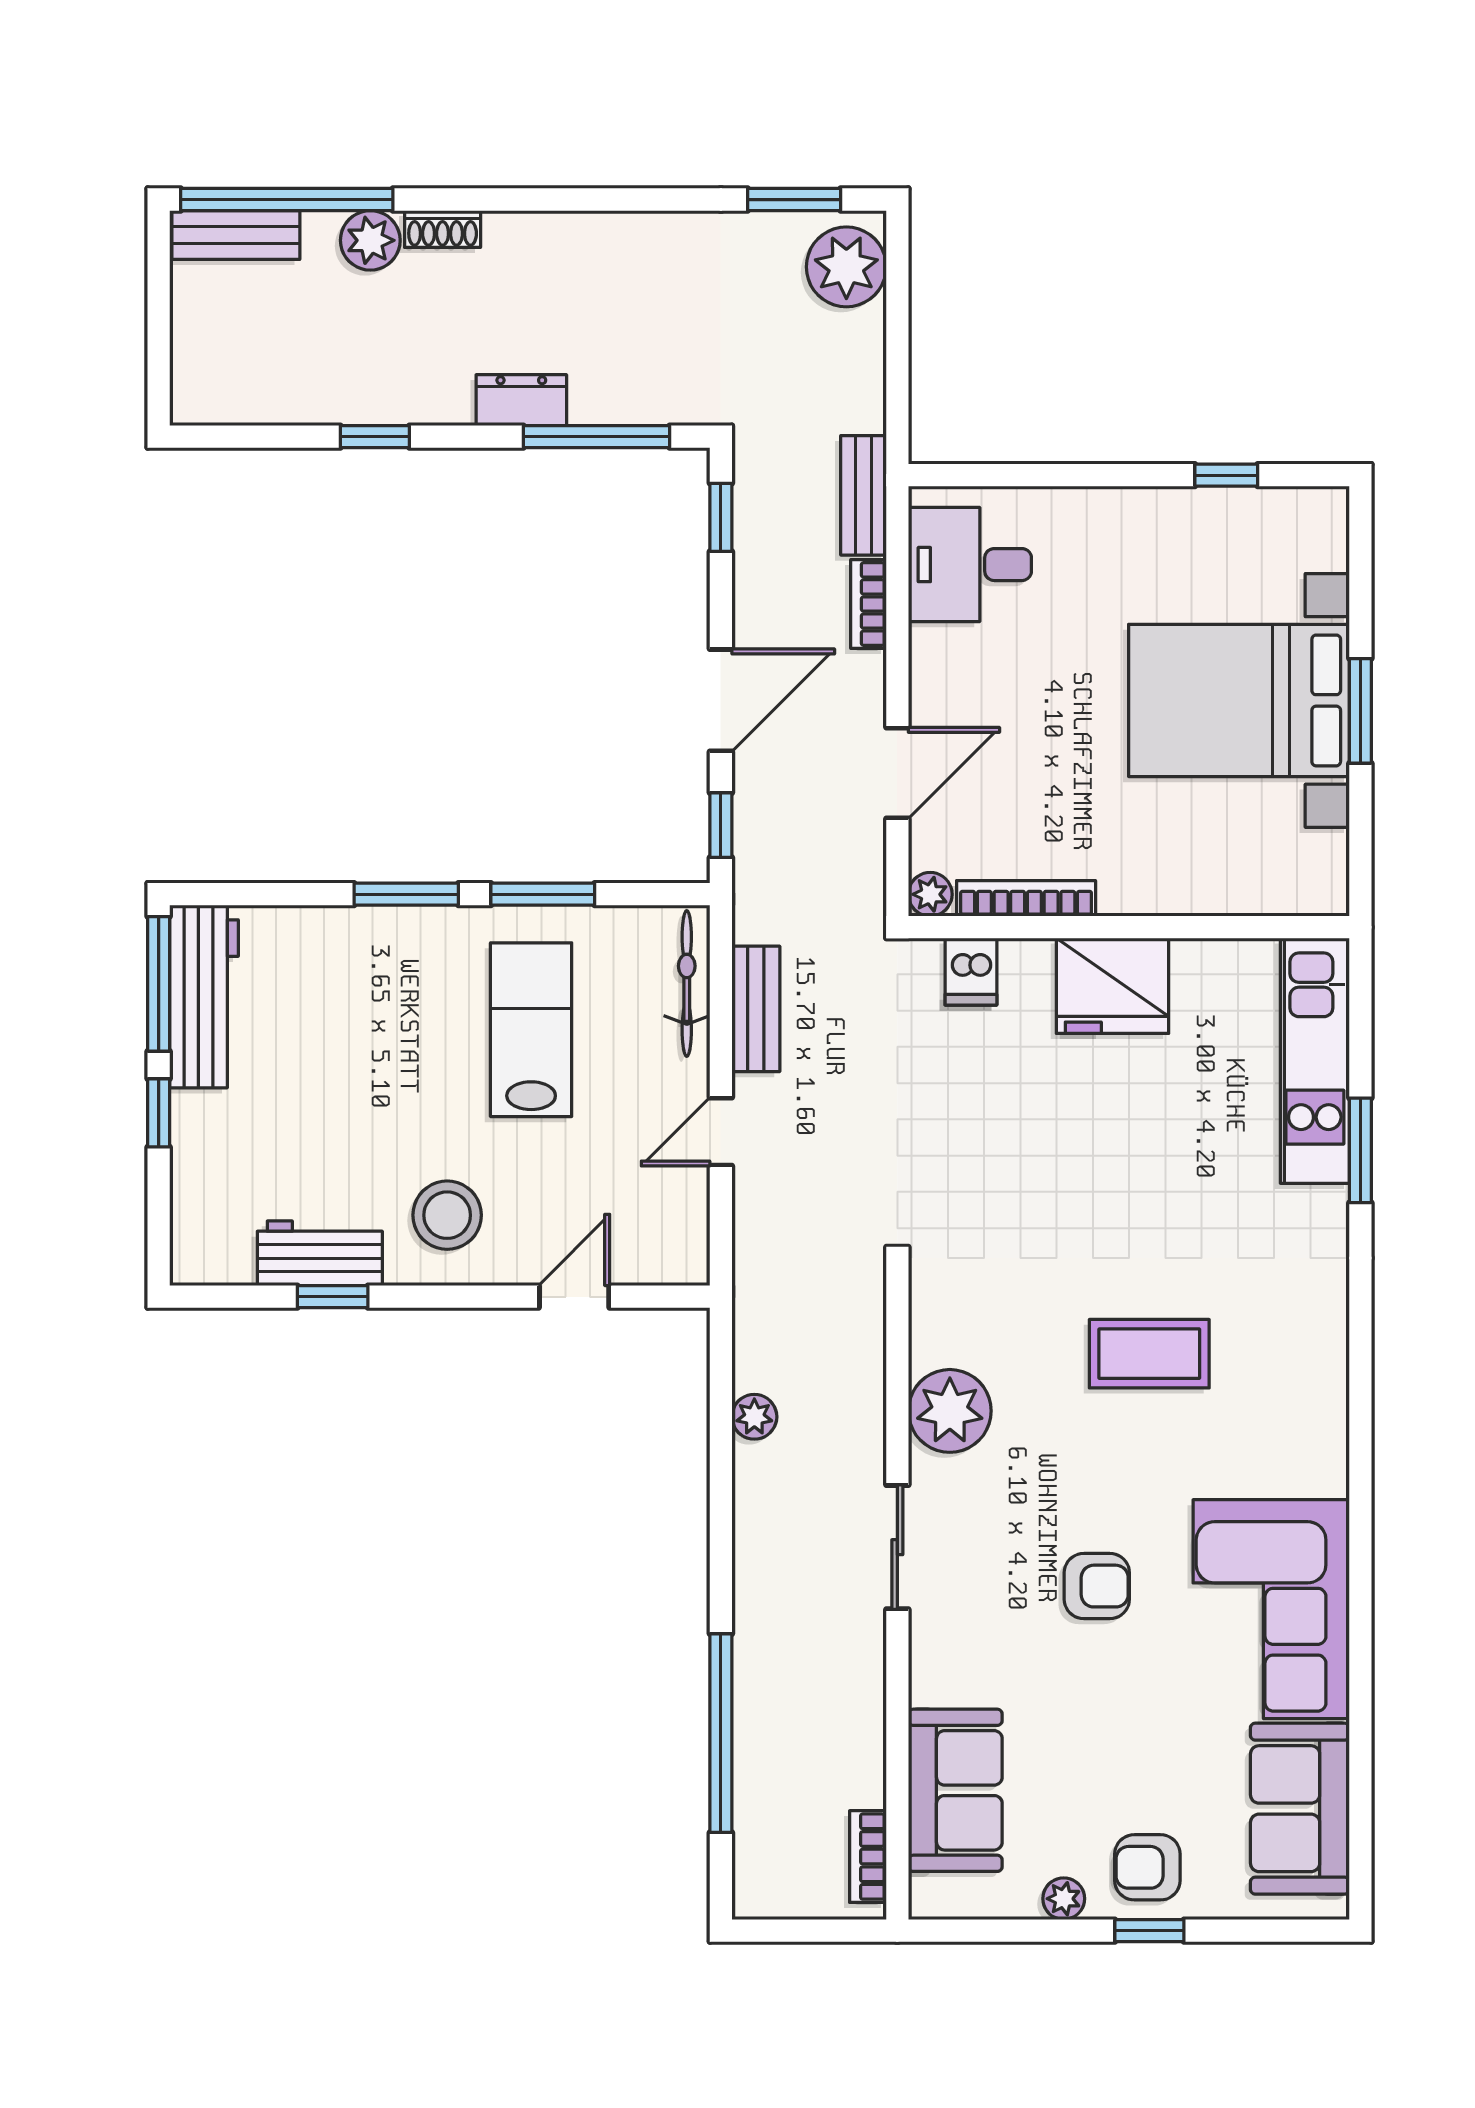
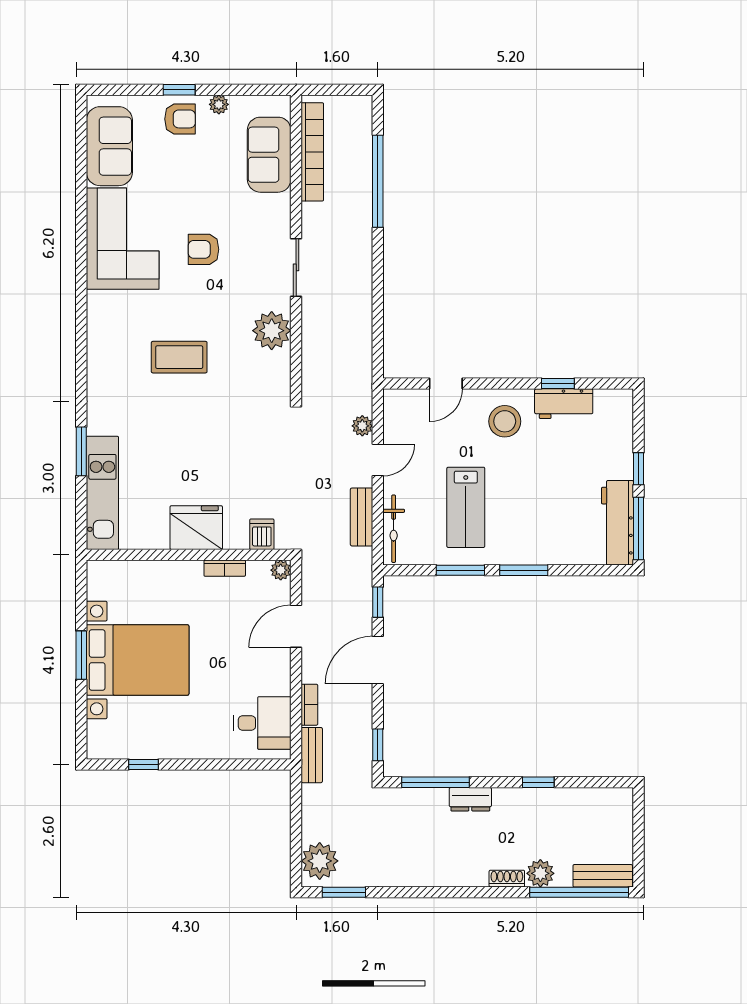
bookcase: (1026, 898) -> (225, 568), width x0.64
plant: (754, 1417) -> (362, 426), moved
bookcase: (868, 1857) -> (312, 152), width x2.31, depth x1.31

